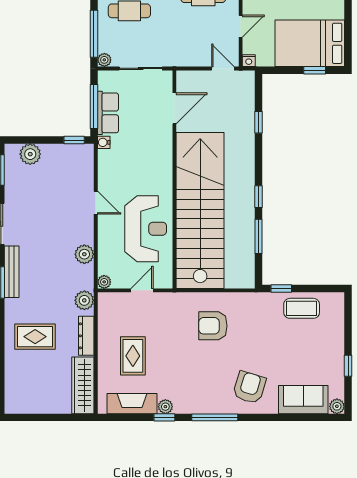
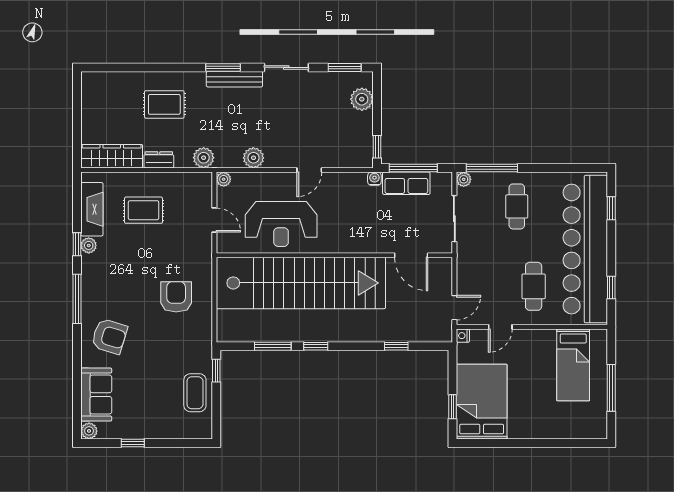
door: (241, 26) -> (500, 327), hinge flipped
dresser: (86, 336) -> (159, 160), width x0.70
rug: (35, 337) -> (164, 104), turned 90

